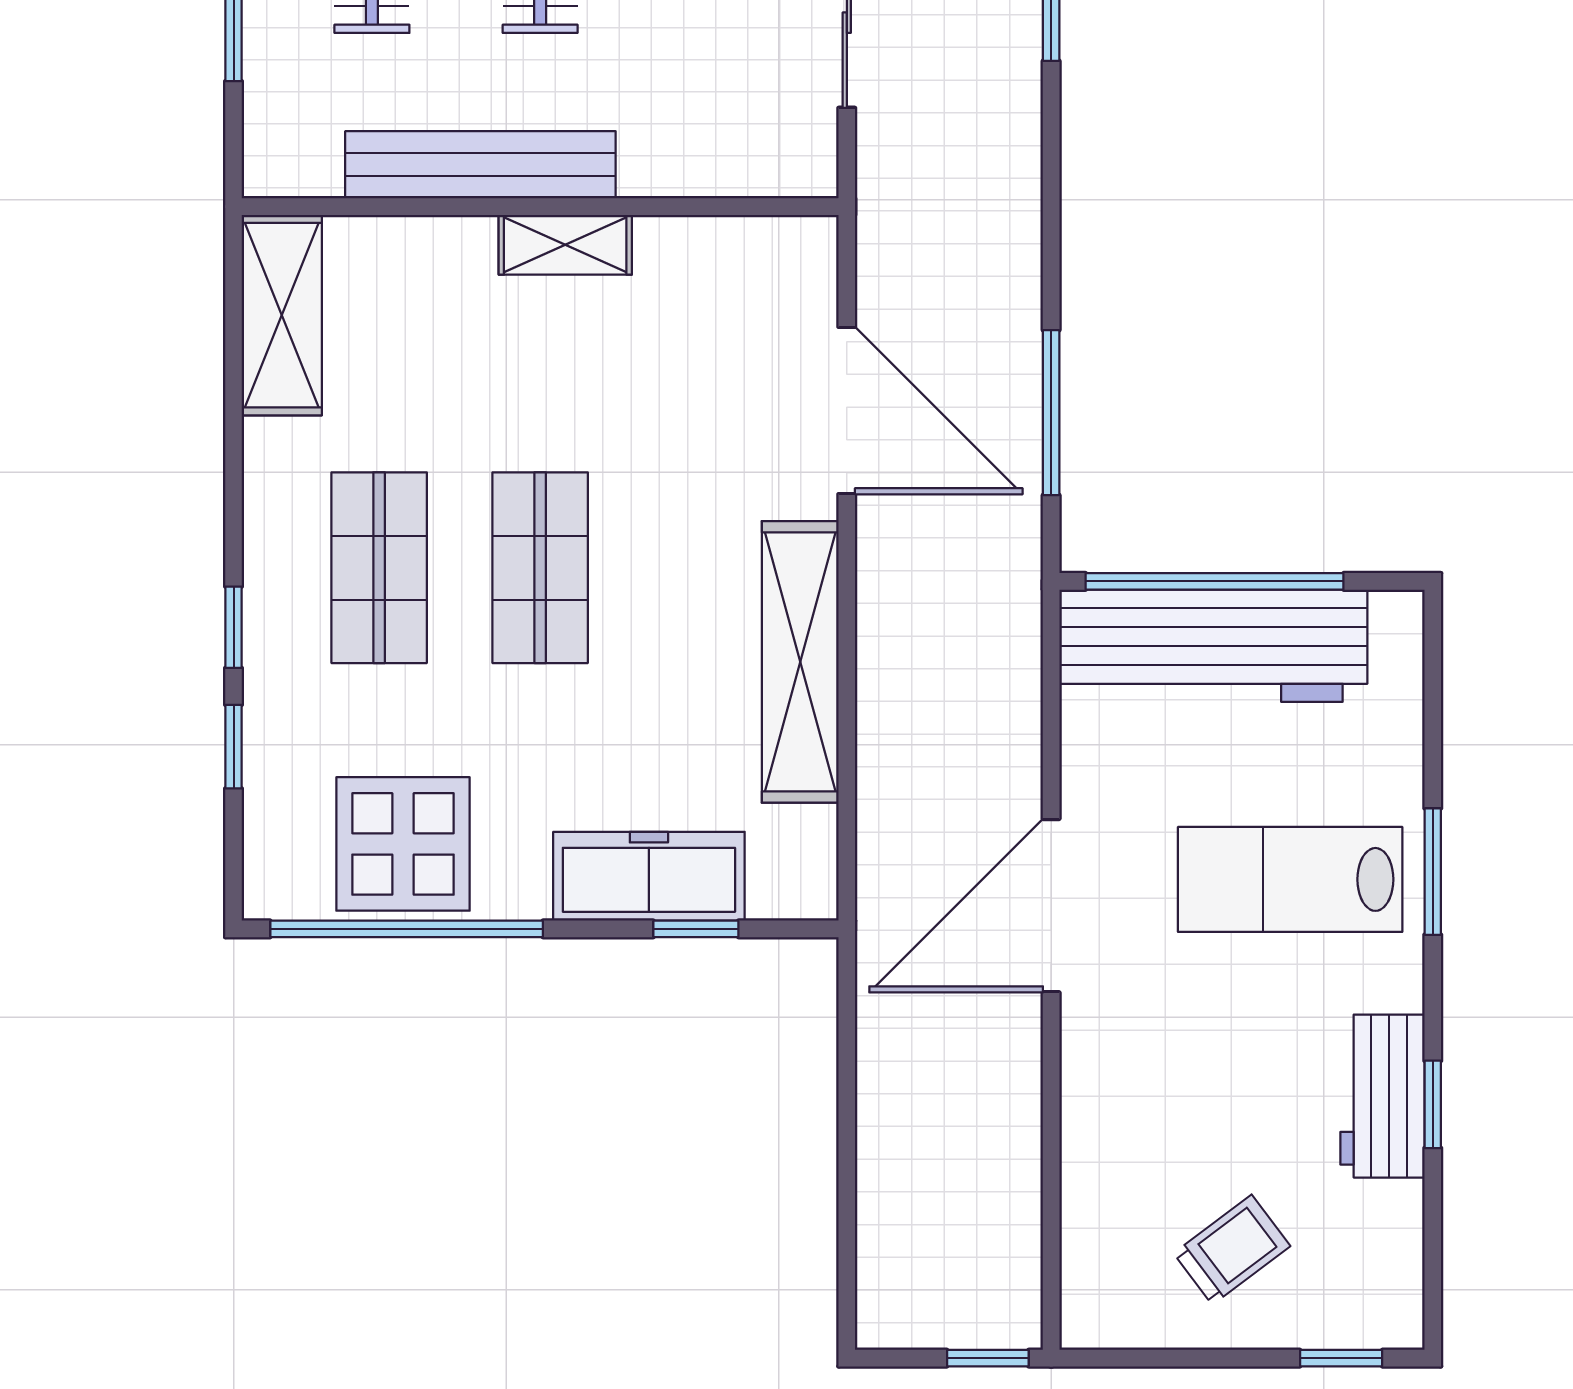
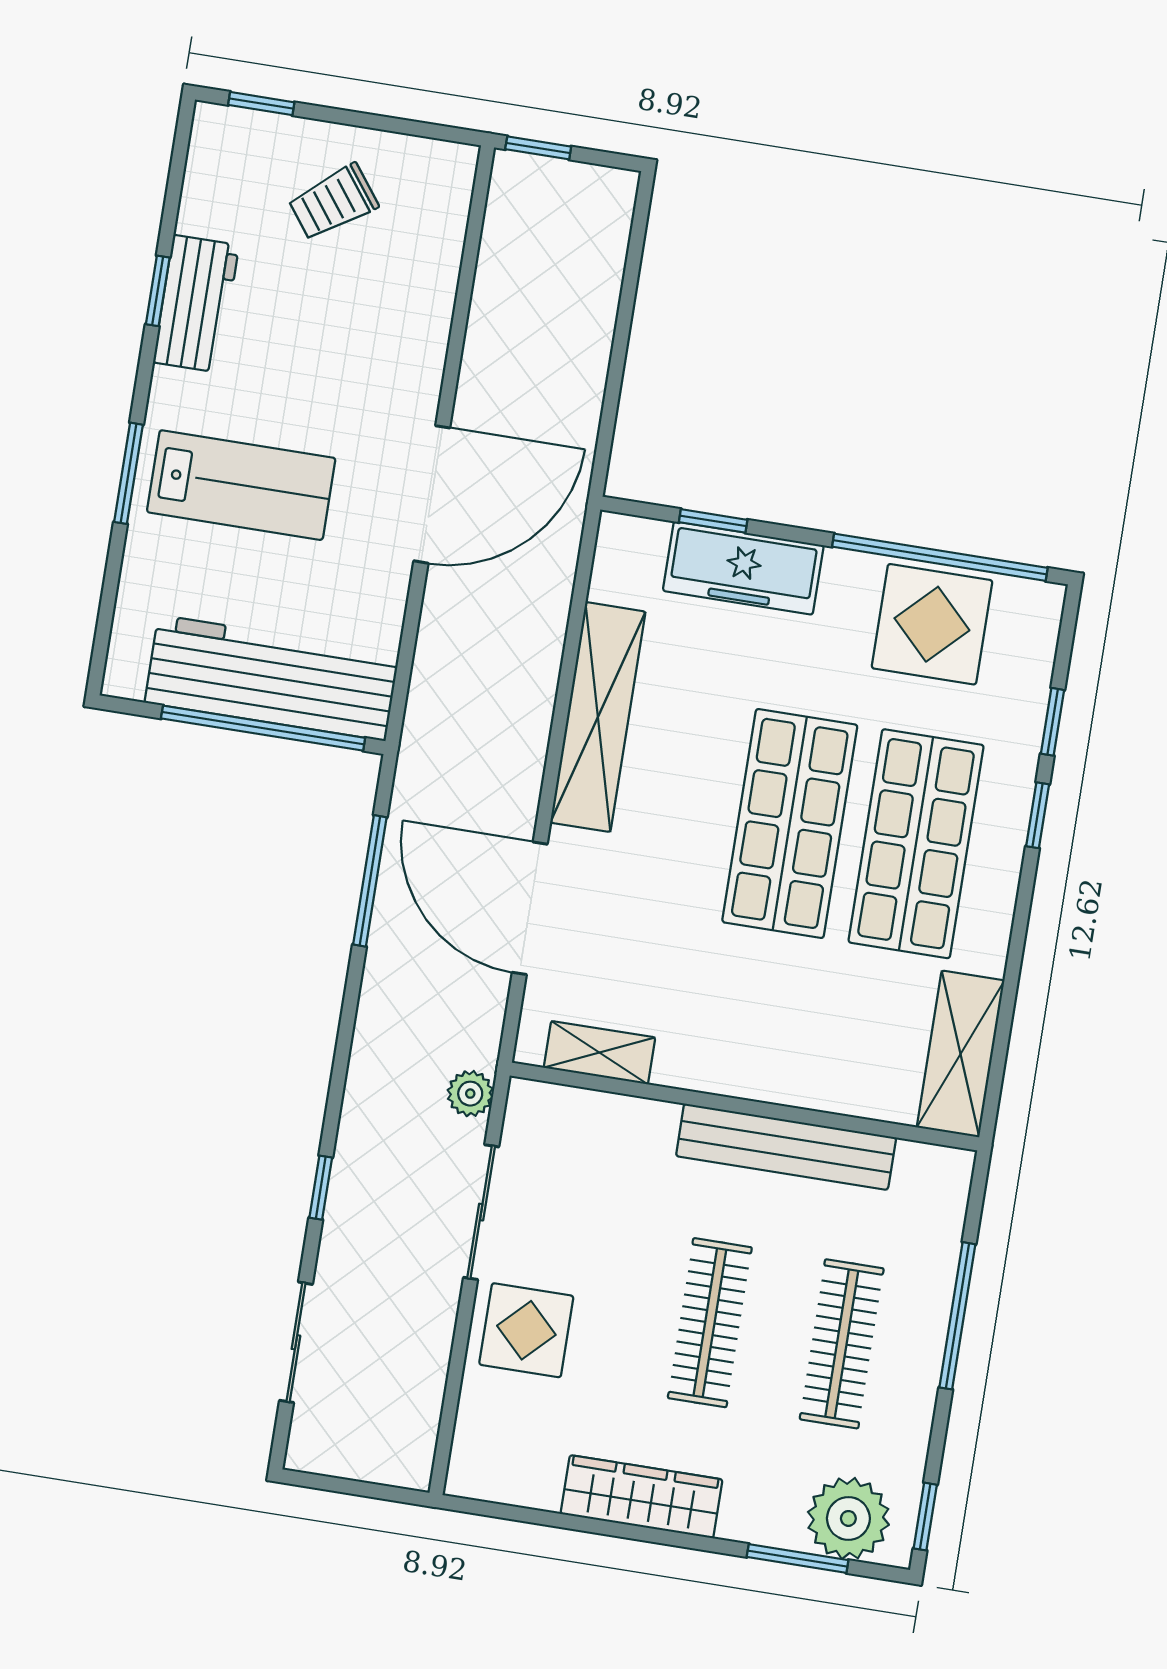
plant: (884, 168) -> (470, 1094), added
shelving: (565, 245) -> (600, 1053), moved
shop shelf: (379, 568) -> (916, 844), width x1.43, depth x1.36
shop shelf: (540, 568) -> (790, 823), width x1.43, depth x1.36

